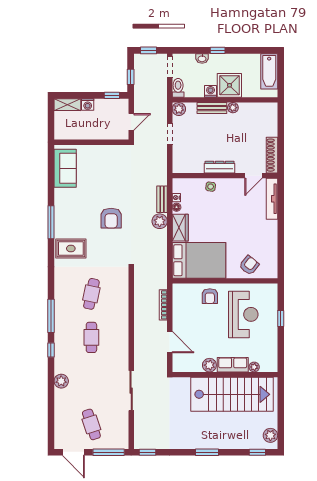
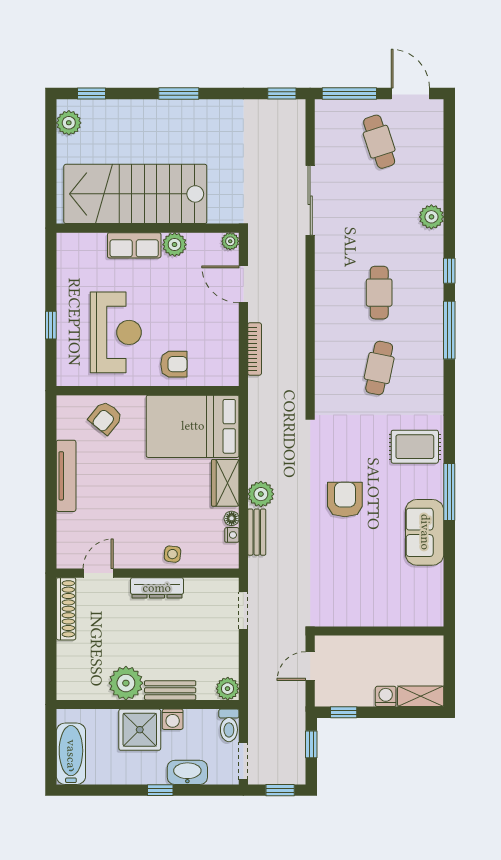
washbasin: (202, 59) -> (187, 772), width x1.91, depth x1.45
plant: (233, 108) -> (126, 683), width x1.88, depth x1.88
doorway: (170, 134) -> (243, 611), moved
sofa: (65, 168) -> (425, 532), moved
tv unit: (272, 199) -> (66, 476), moved
armchair: (210, 296) -> (174, 364), turned 90
reception desk: (243, 314) -> (116, 332), turned 180
plant: (254, 367) -> (230, 241), moved

